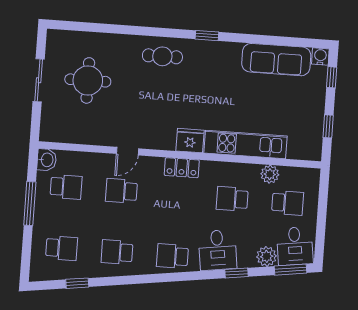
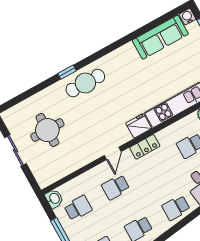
window: (207, 36) -> (67, 72), moved
cafe table: (162, 56) -> (85, 83), width x1.37, depth x1.35
door: (127, 151) -> (113, 153), moved

